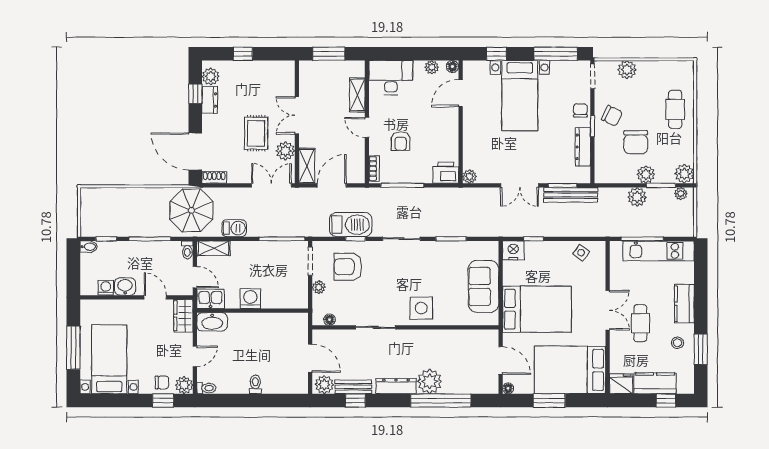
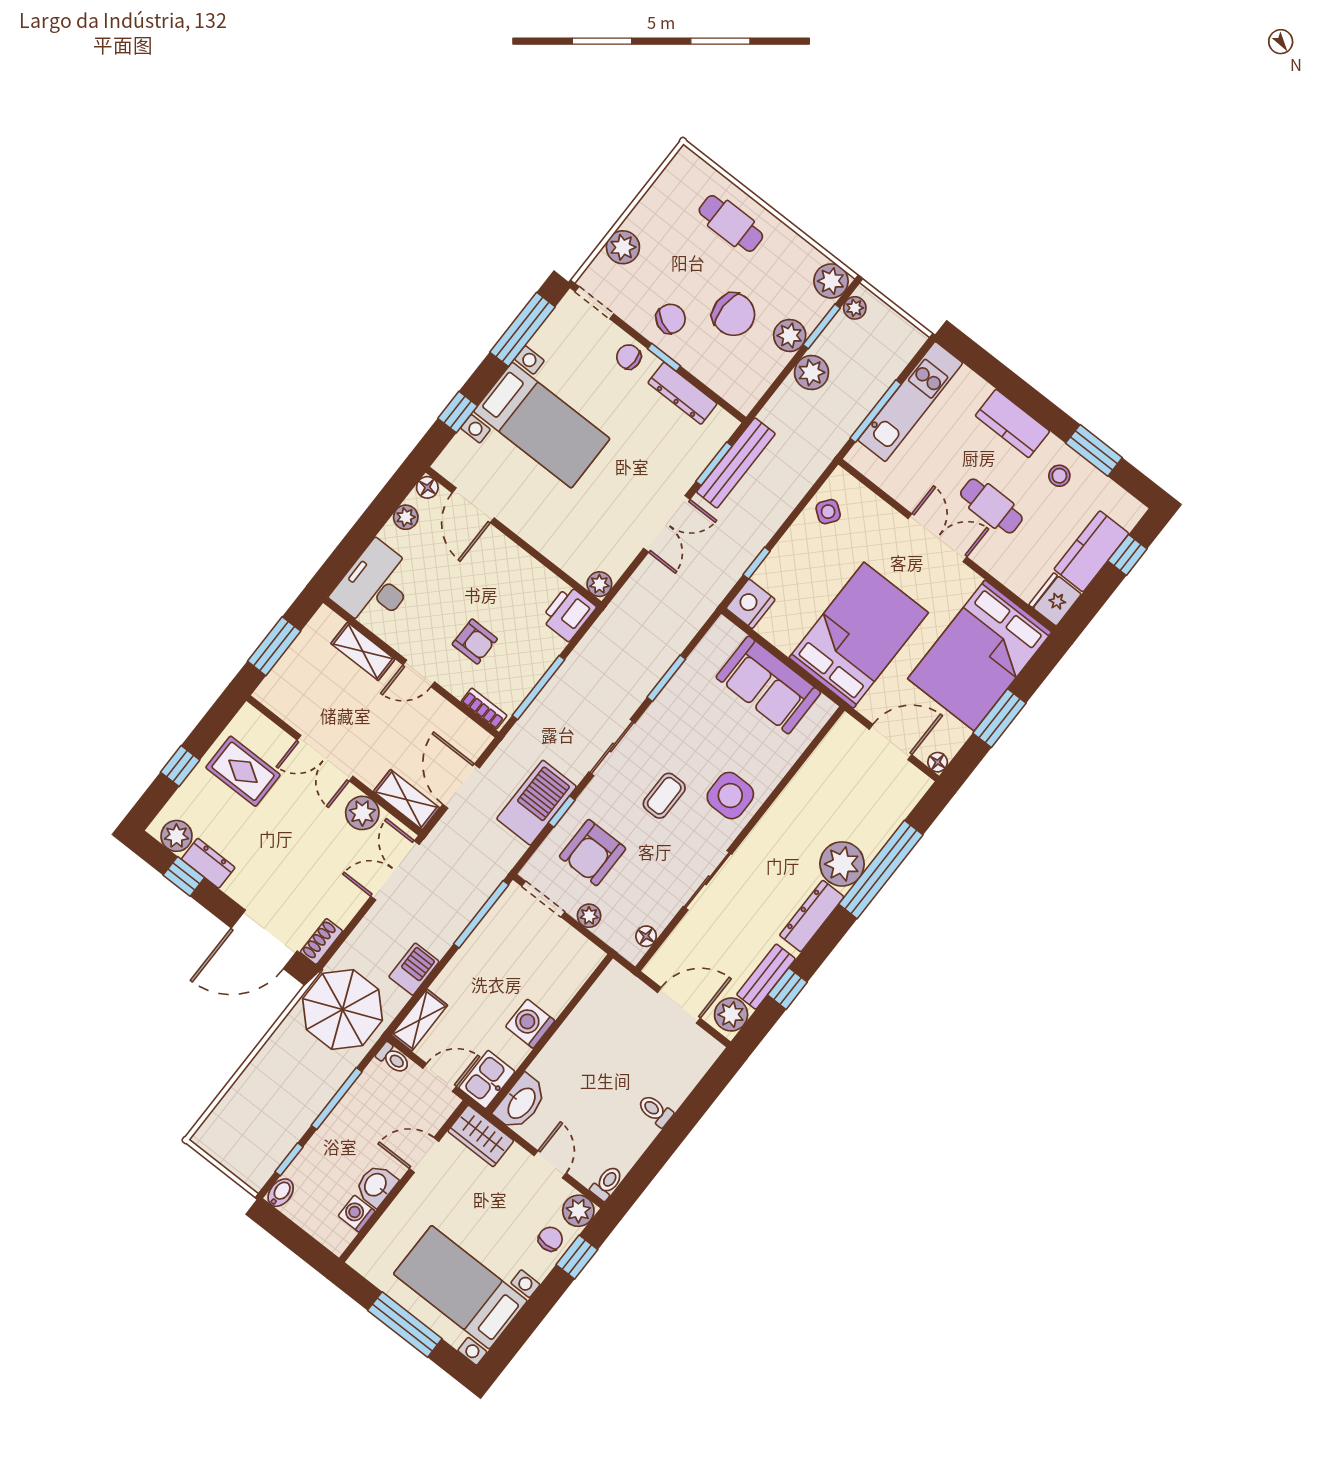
rug: (256, 133) -> (243, 771), moved
coffee table: (398, 279) -> (664, 796), added

